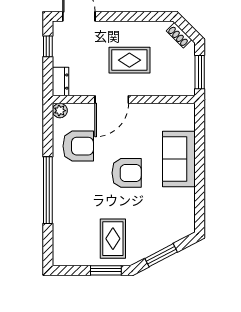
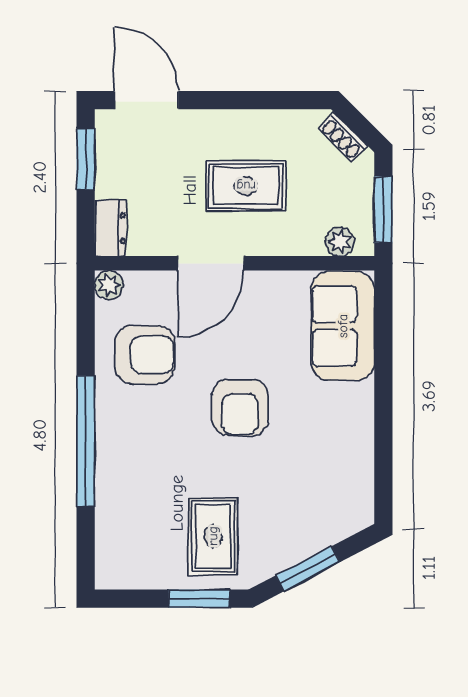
window: (48, 46) -> (86, 159), width x1.50
plant: (177, 89) -> (340, 242), added
sofa: (179, 159) -> (343, 326), moved
armchair: (127, 173) -> (240, 407), turned 90

